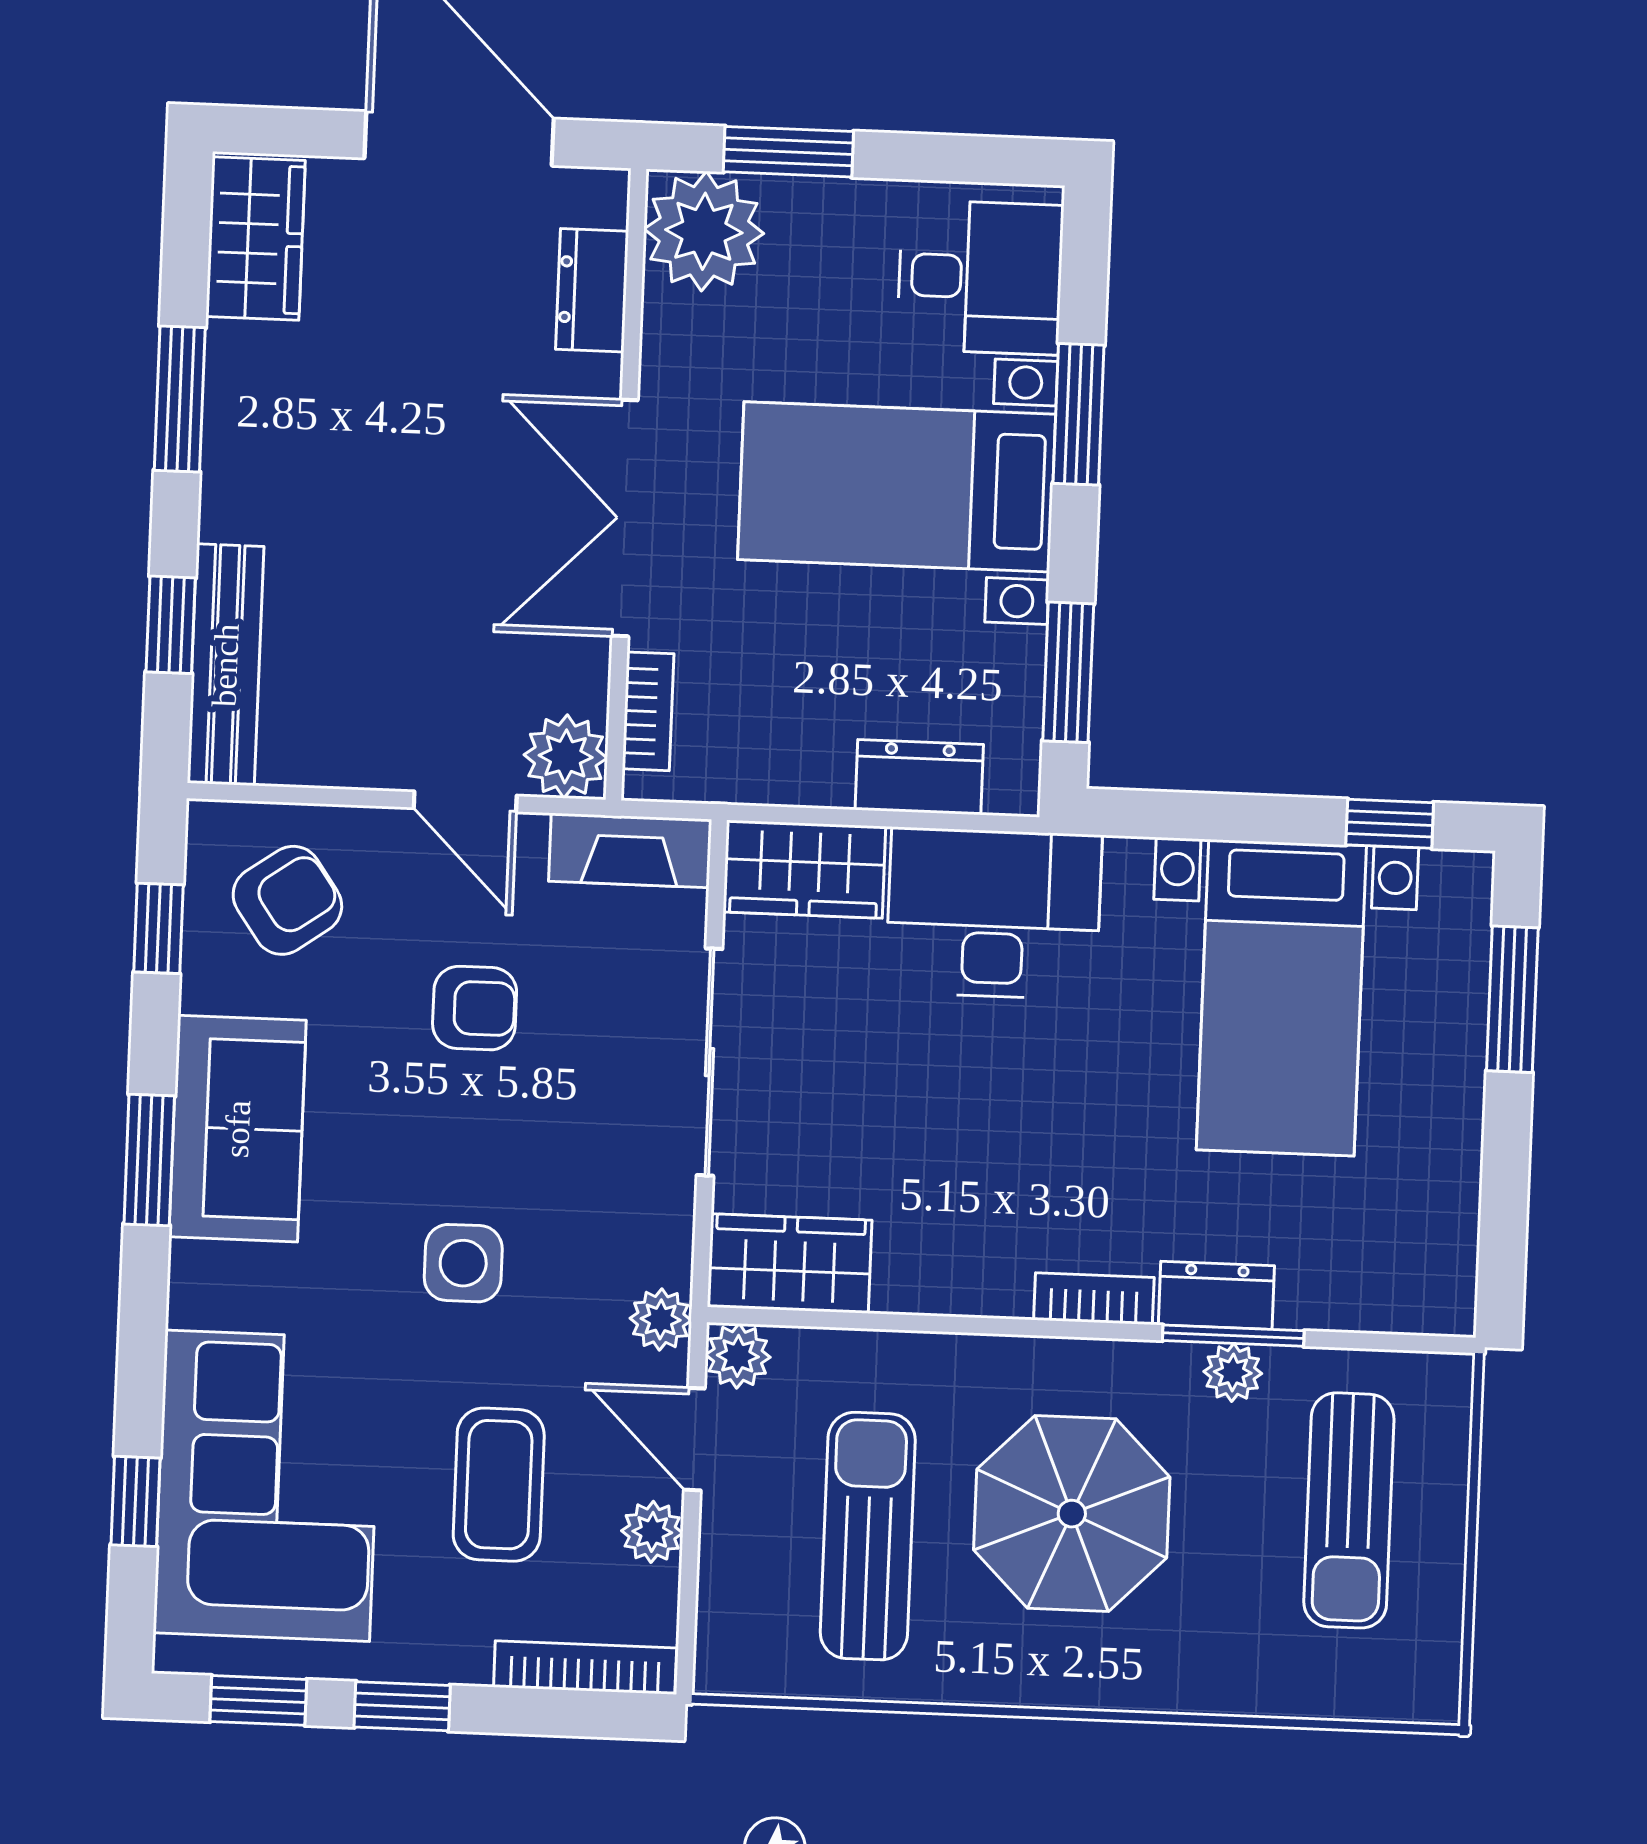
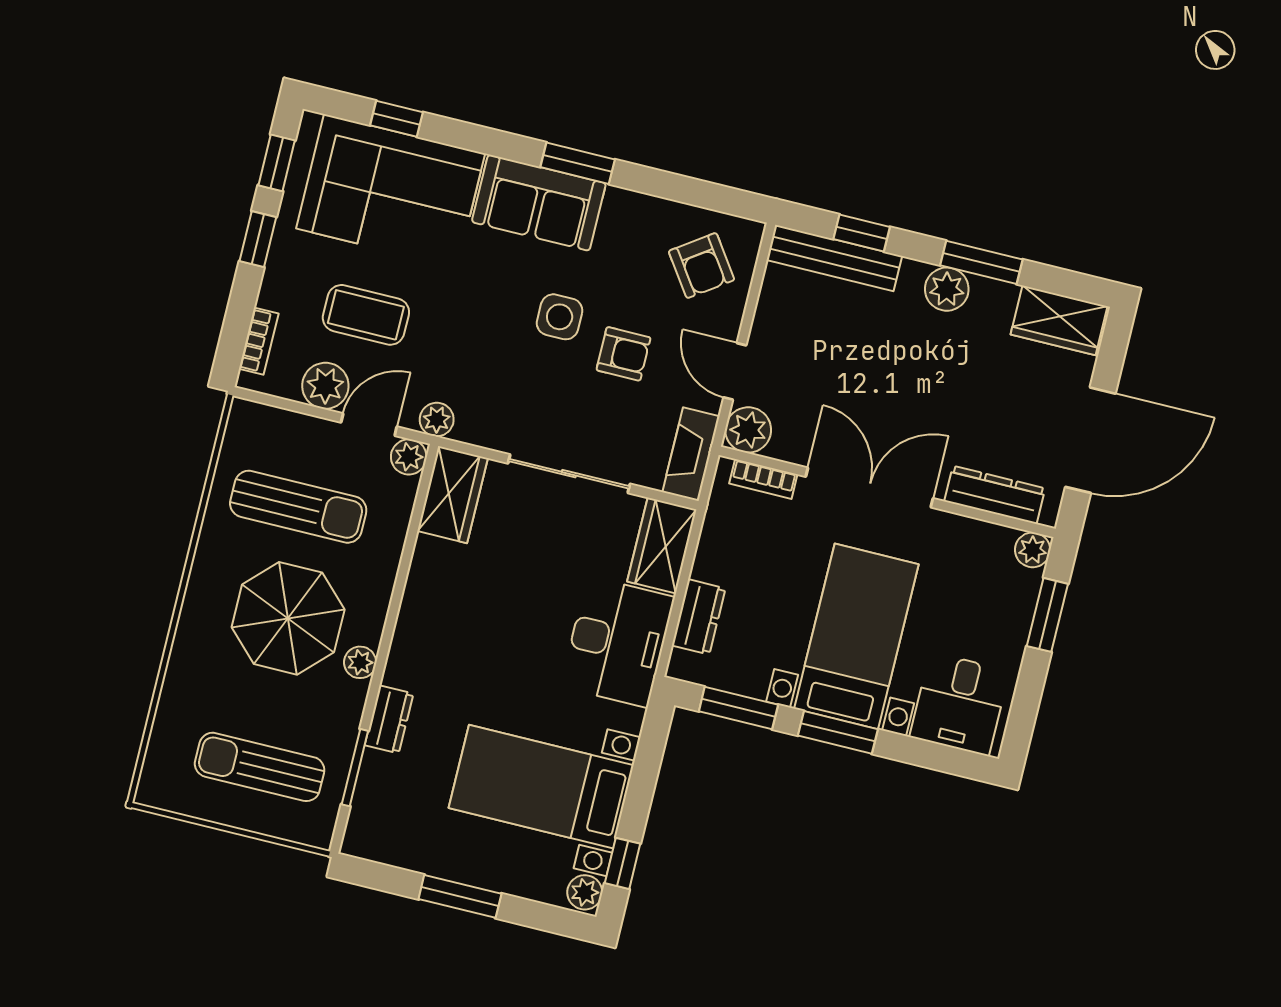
plant: (704, 231) -> (1033, 550), width x0.53, depth x0.53
dresser: (592, 290) -> (995, 495), width x1.44
window: (1079, 414) -> (838, 732), moved
plant: (240, 451) -> (947, 289), added
door: (465, 802) -> (735, 371), hinge flipped
plant: (1455, 881) -> (585, 892), added
window: (159, 928) -> (701, 193), removed
window: (1512, 999) -> (460, 896), moved
armchair: (475, 1008) -> (623, 354), turned -90
sofa: (238, 1129) -> (539, 203), moved
side table: (463, 1263) -> (560, 317), moved
bookcase: (1094, 1299) -> (401, 654), removed
window: (1233, 1336) -> (355, 768), moved
plant: (1233, 1372) -> (360, 662), moved
plant: (652, 1532) -> (325, 386), width x1.38, depth x1.38
bookcase: (585, 1668) -> (259, 341), width x0.64

